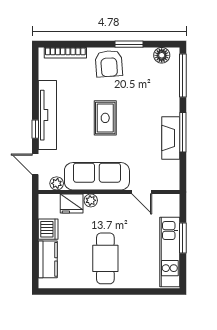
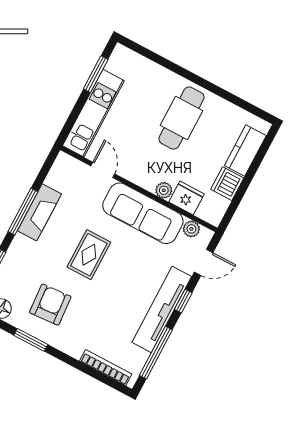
armchair: (109, 64) -> (50, 305), moved
window: (35, 82) -> (156, 353), added
rug: (105, 118) -> (89, 255), moved
door: (35, 164) -> (204, 262), hinge flipped
window: (183, 238) -> (96, 74), moved
kitchen unit: (170, 252) -> (93, 113), moved

